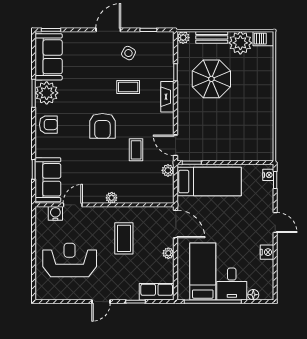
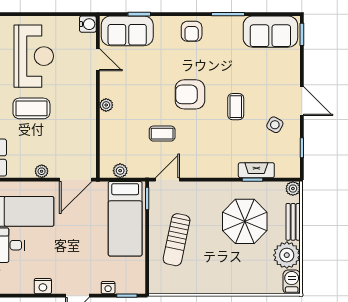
coffee table: (128, 87) -> (236, 107), moved
plant: (47, 93) -> (228, 29), removed
fireplace: (167, 97) -> (256, 170), moved
sun lounger: (227, 137) -> (177, 240), added
plant: (168, 170) -> (120, 171), moved
nightstand: (268, 175) -> (108, 288), moved
water cooler: (55, 213) -> (88, 24), moved
coffee table: (124, 238) -> (31, 108), moved

